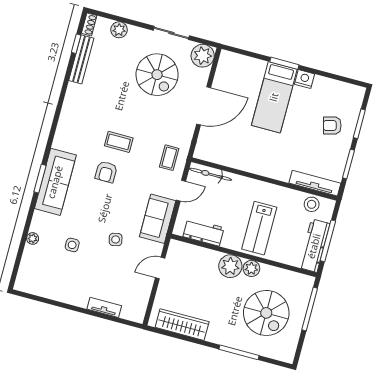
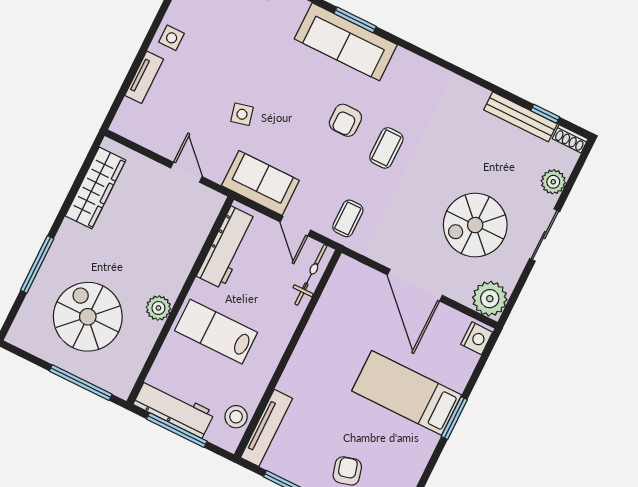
sliding door: (171, 33) -> (545, 235), moved
nightstand: (304, 79) -> (477, 338), moved
coffee table: (169, 158) -> (348, 218), turned 90
armchair: (106, 172) -> (345, 120), turned -90
workbench: (204, 232) -> (227, 247), width x1.38
side table: (72, 245) -> (172, 38), moved
plant: (230, 266) -> (168, 277), removed
spiral stairs: (266, 313) -> (88, 317), turned 90

